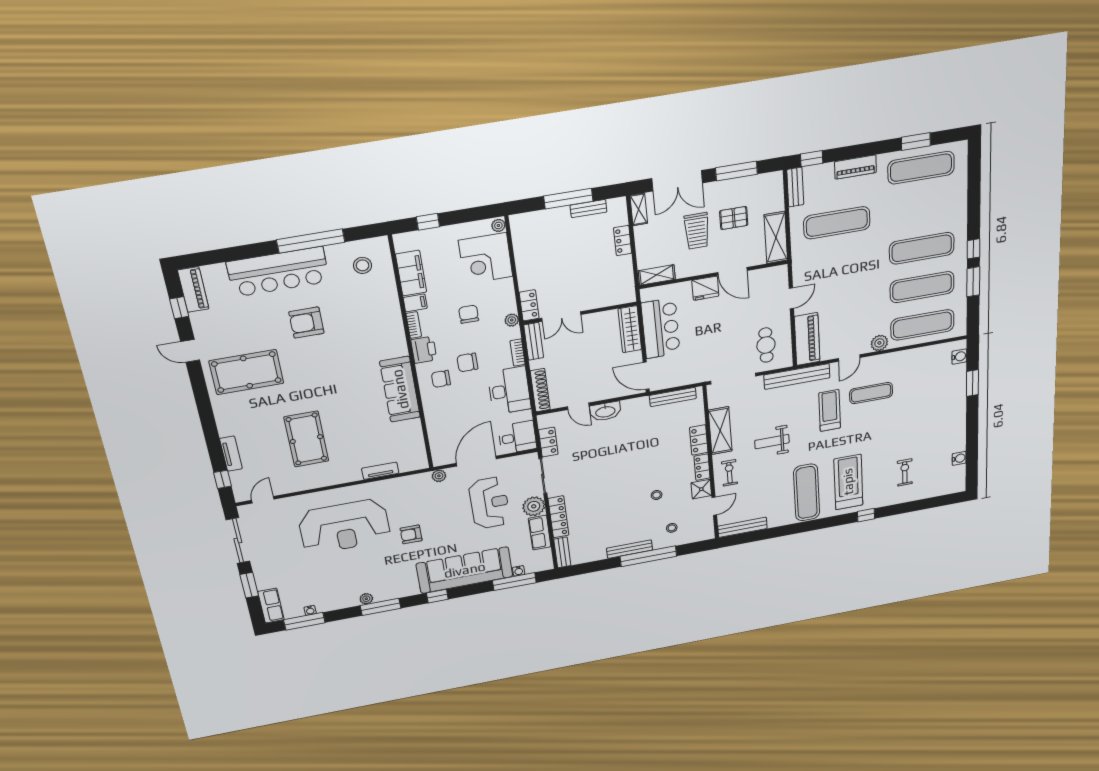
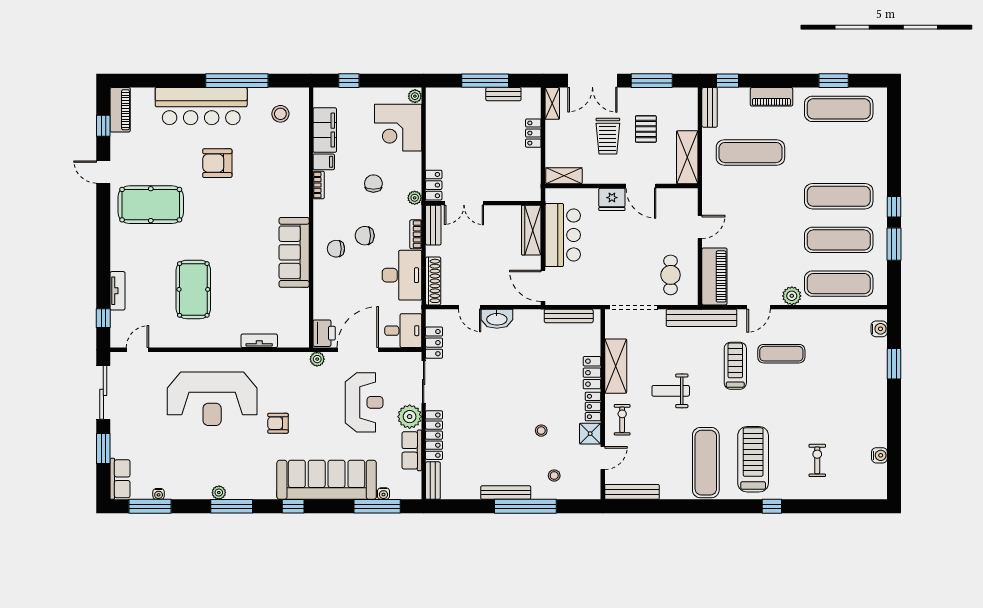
pallet: (734, 218) -> (646, 129), turned 90
printer: (424, 350) -> (324, 333), moved

